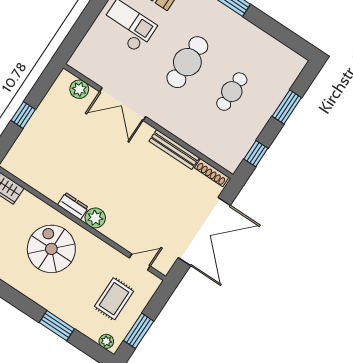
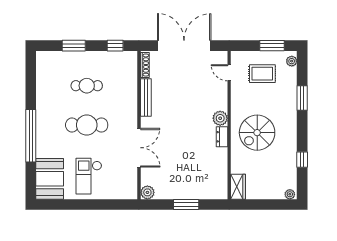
plant: (79, 89) -> (147, 192), moved
window: (23, 115) -> (186, 204), width x1.50

